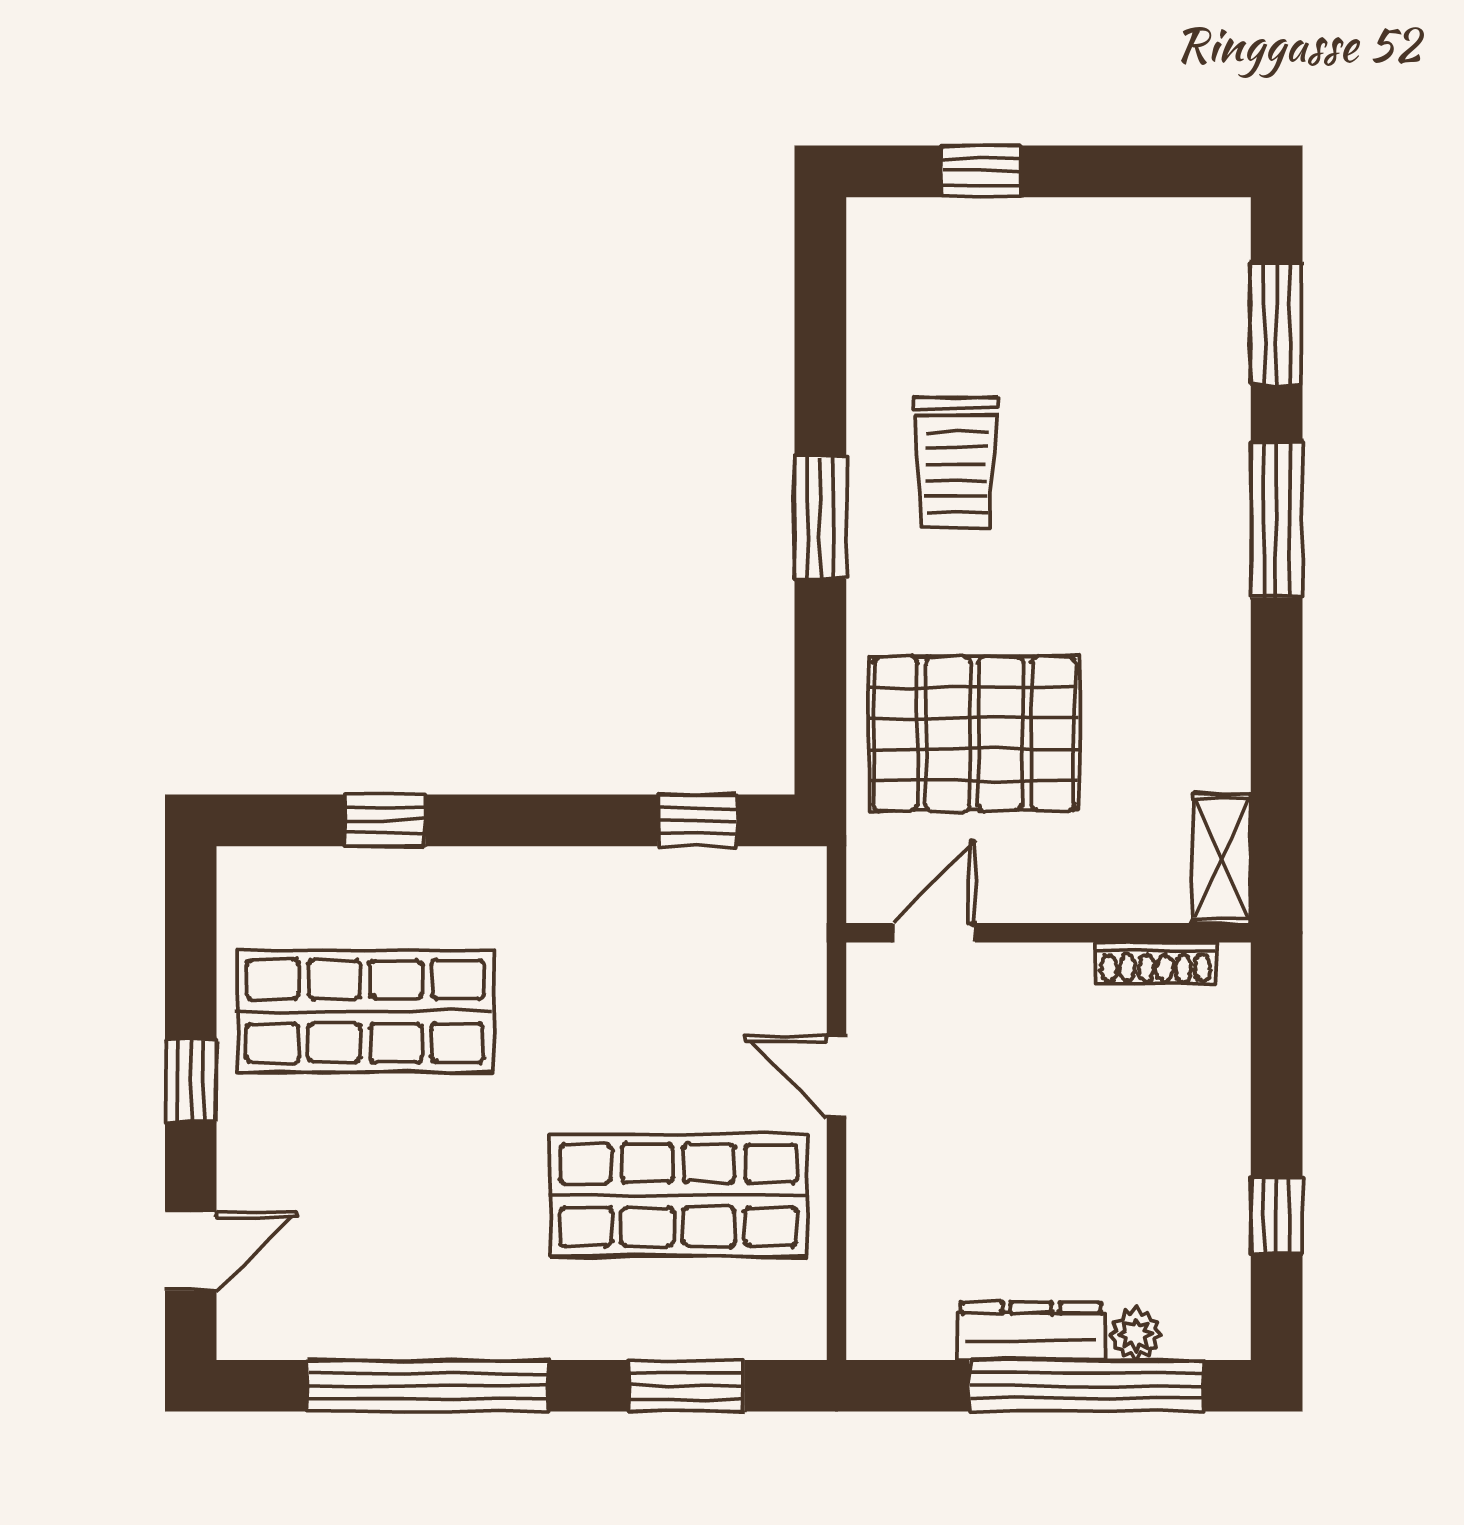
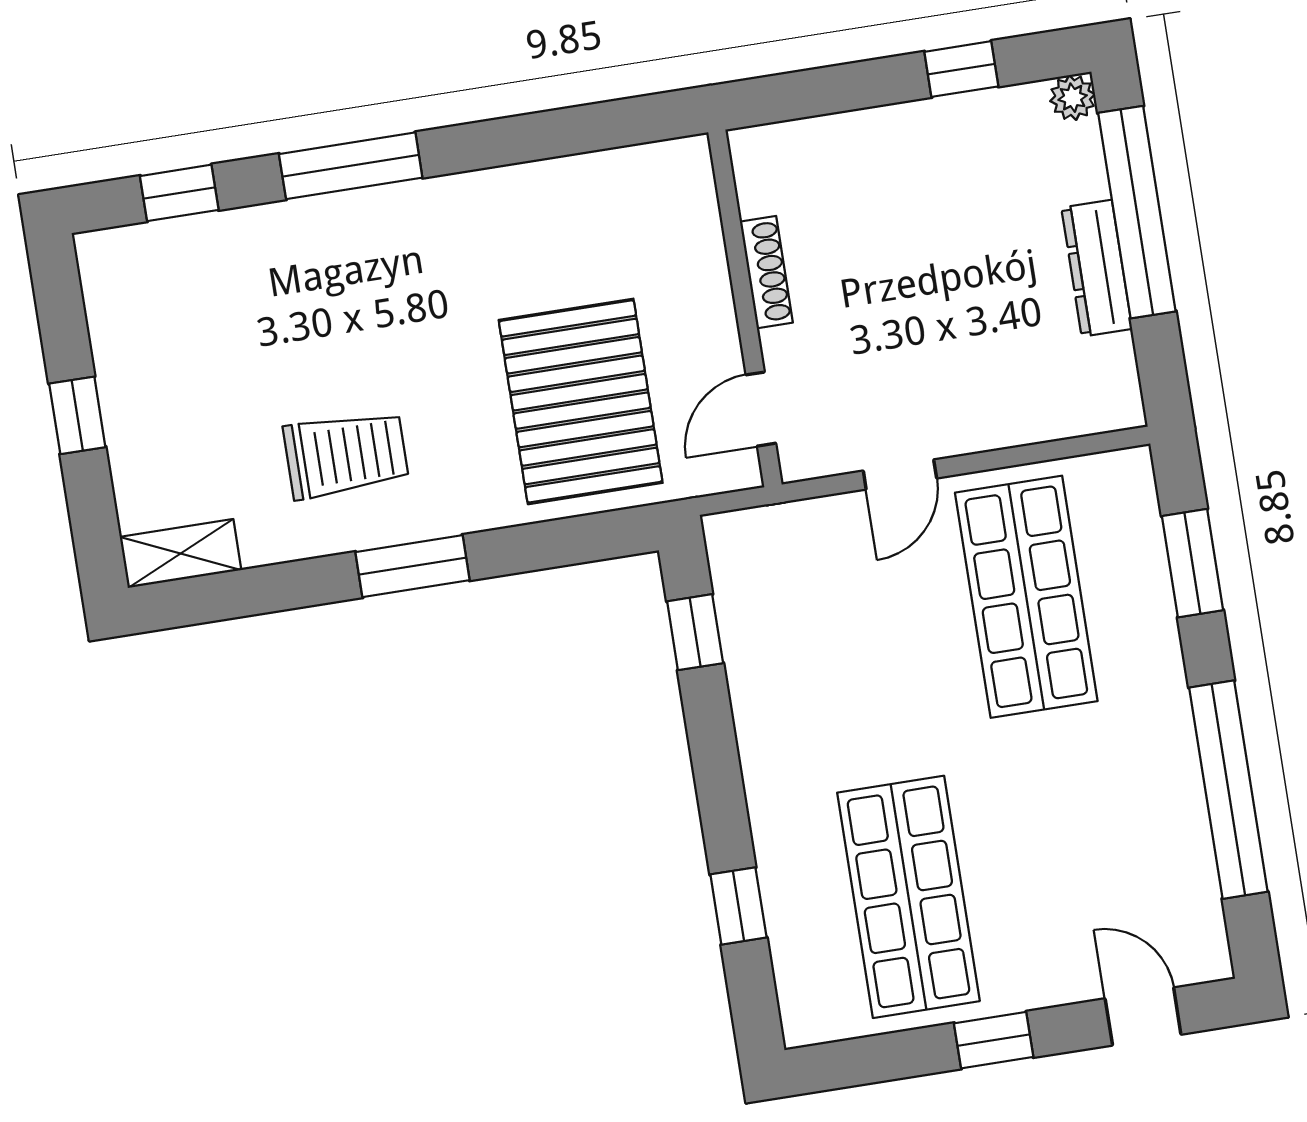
window: (981, 171) -> (77, 415), moved
window: (1277, 324) -> (179, 193), width x0.67
shelving: (1222, 858) -> (181, 554), moved
door: (934, 933) -> (761, 409), hinge flipped
shoe rack: (1156, 963) -> (766, 272), moved
plant: (1136, 1334) -> (1073, 98), moved

